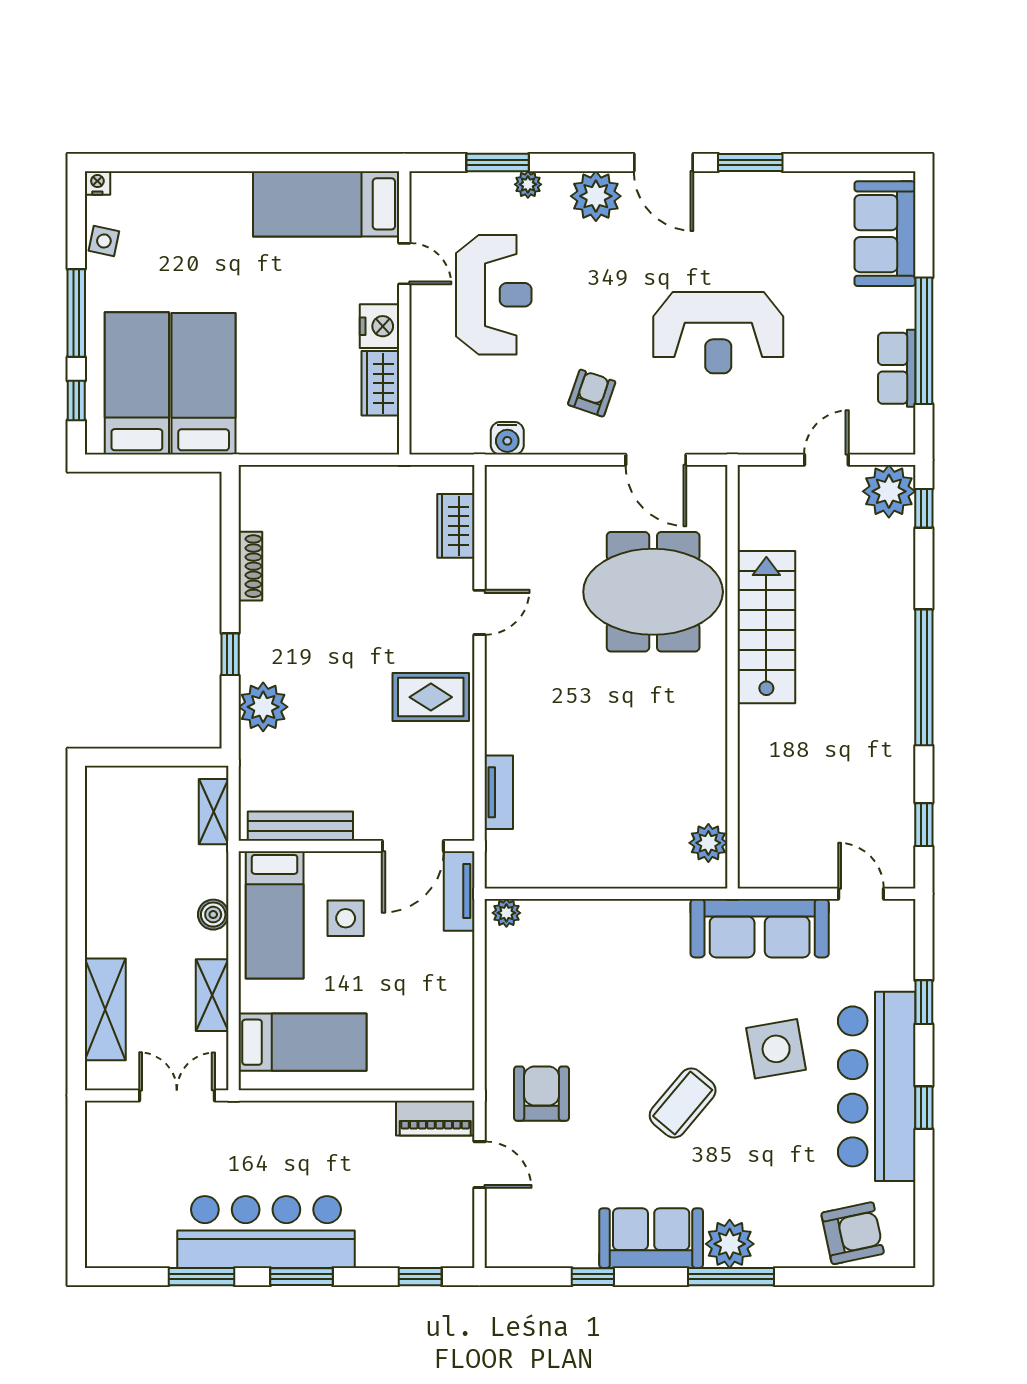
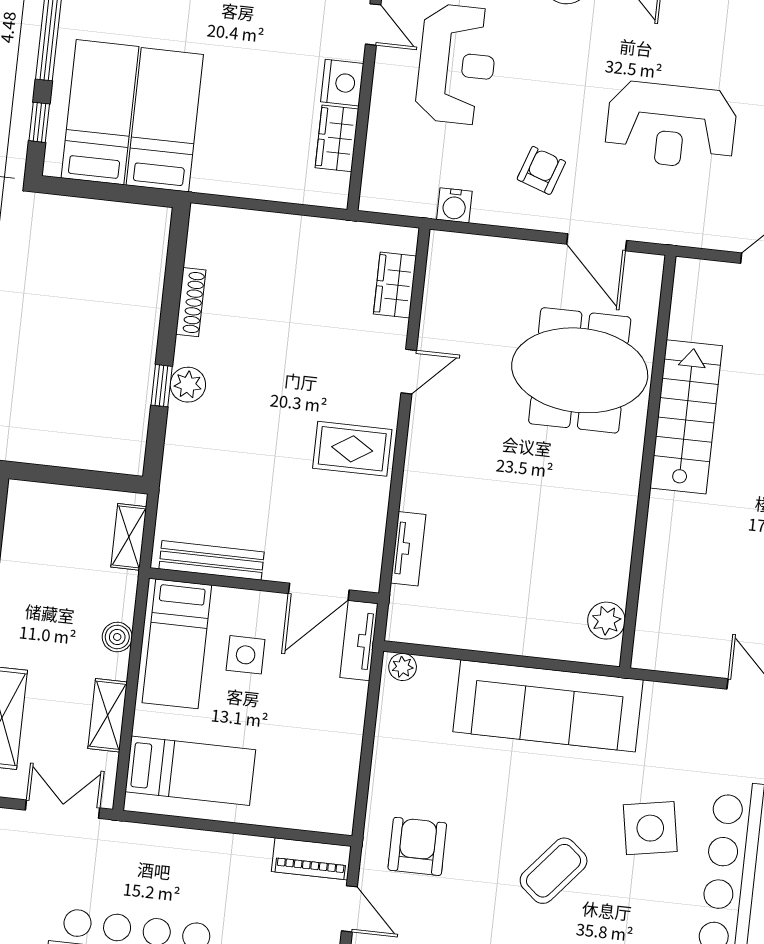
plant: (263, 707) -> (188, 385), moved, width x0.73, depth x0.73
sofa: (760, 928) -> (548, 706), moved, width x1.36, depth x1.27

